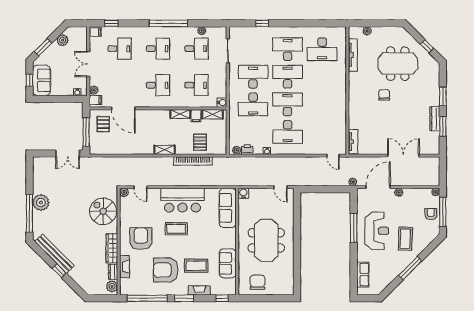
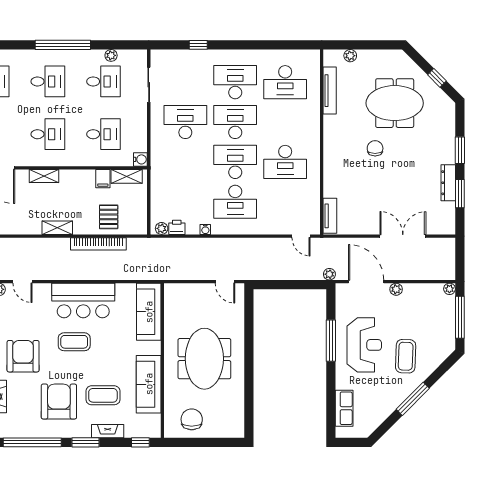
desk: (253, 104) -> (285, 162), moved
shelving: (180, 114) -> (44, 176), moved
door: (378, 187) -> (366, 282), hinge flipped
water cooler: (243, 193) -> (171, 291), removed
armchair: (431, 214) -> (442, 320), removed
sofa: (228, 263) -> (149, 384), width x1.36
armchair: (166, 270) -> (59, 402), turned 90

